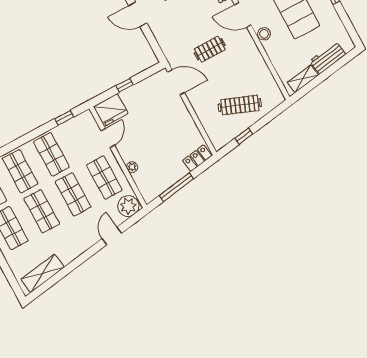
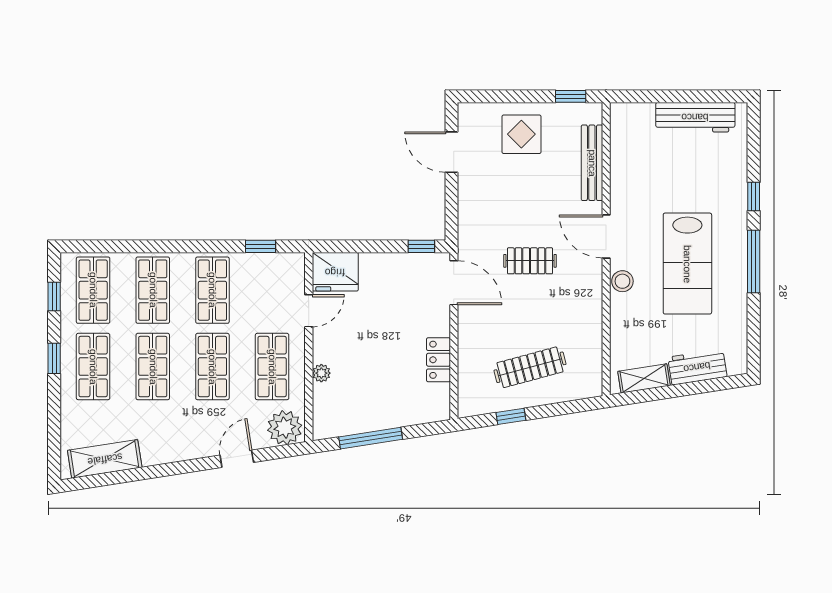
window: (125, 85) -> (421, 246), moved
clothes rail: (240, 105) -> (530, 367), turned -36
locker: (197, 158) -> (438, 360), moved, turned -81

